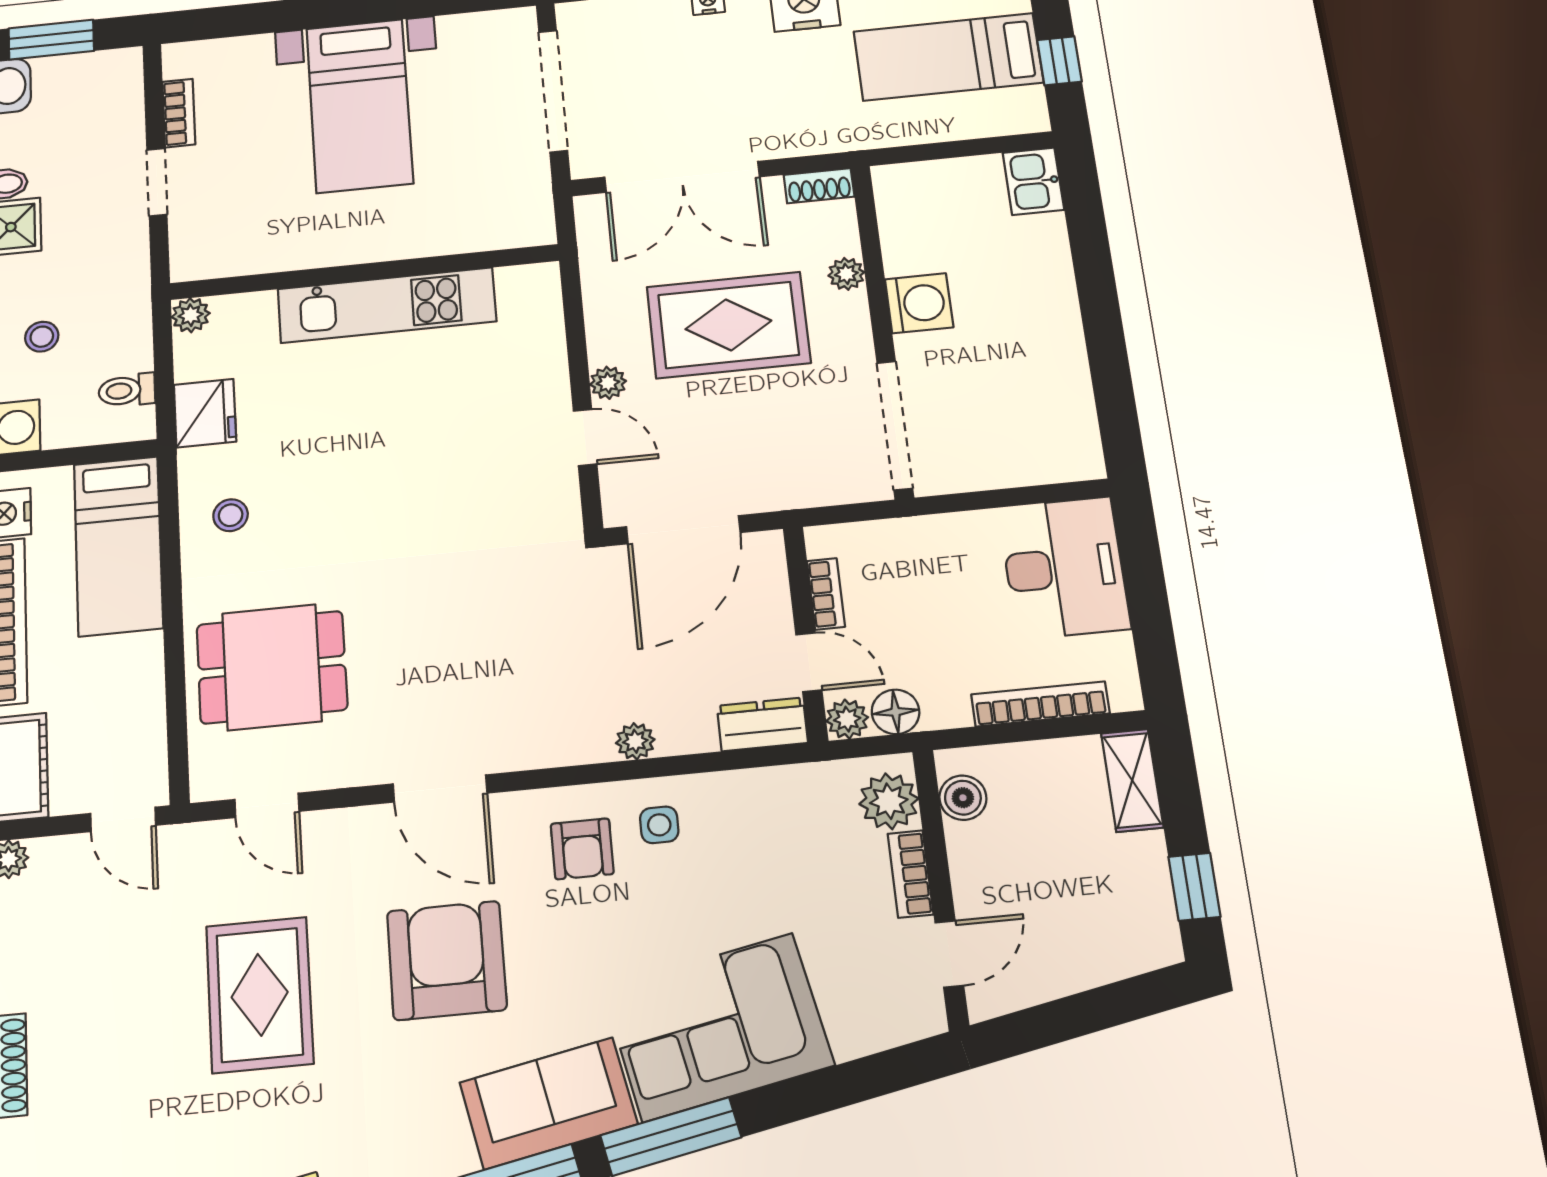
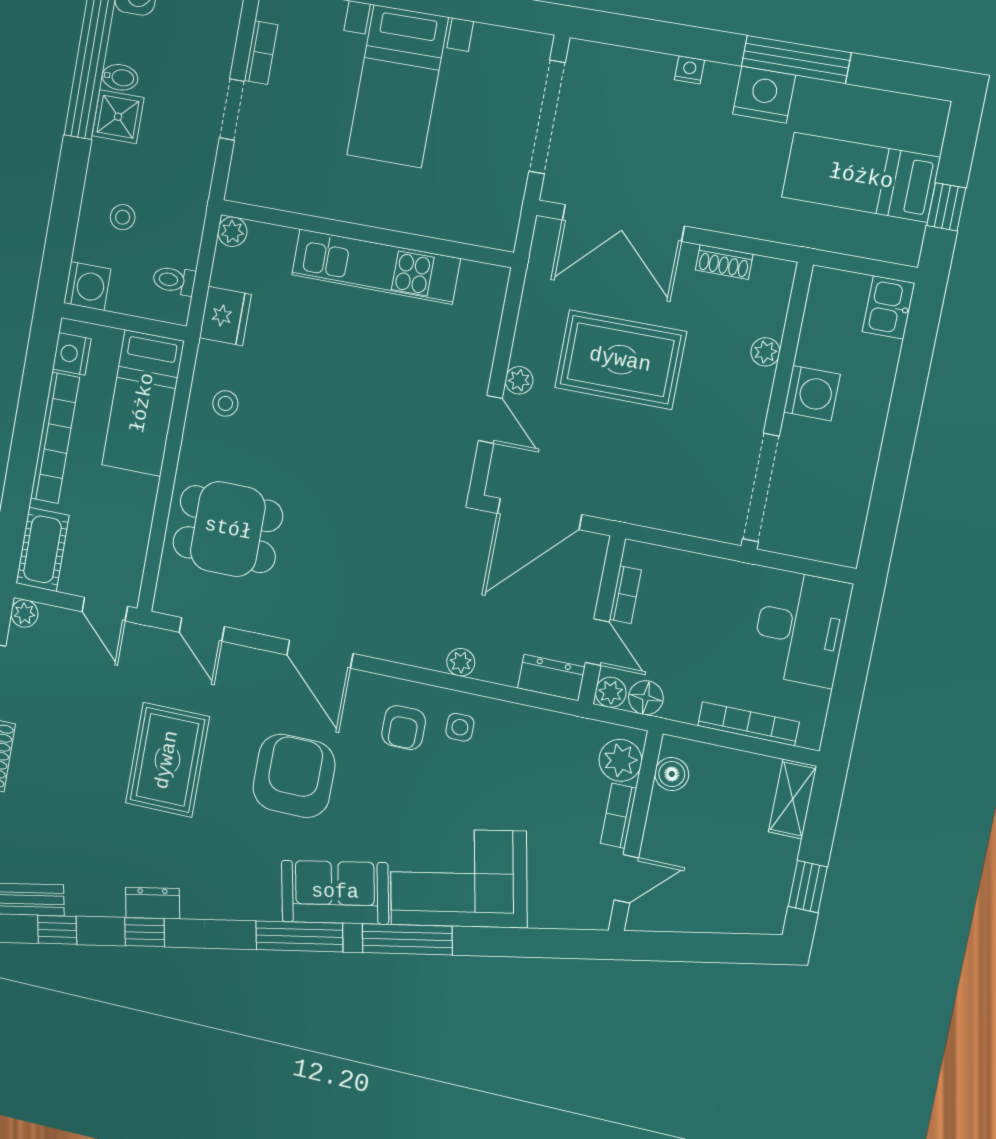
plant: (846, 274) -> (765, 352), moved
washing machine: (919, 303) -> (812, 393), moved
wall: (882, 329) -> (777, 406), moved
doorway: (895, 425) -> (761, 487), moved

